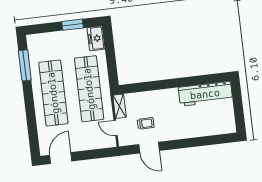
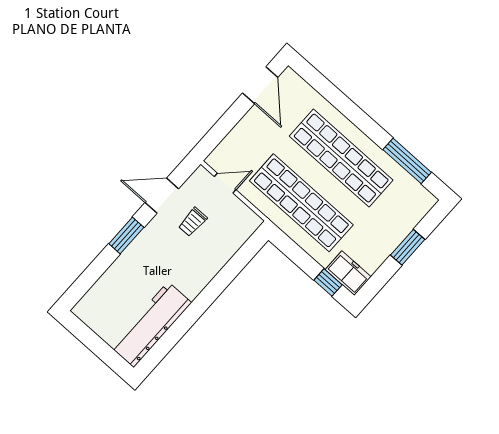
window: (73, 25) -> (408, 247), moved
window: (109, 42) -> (328, 282), added
shelving: (120, 106) -> (244, 214), removed
window: (181, 144) -> (126, 235), added

